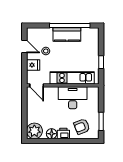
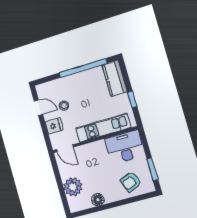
kitchen counter: (67, 35) -> (115, 78), moved, turned 90
desk: (73, 98) -> (125, 147), moved
plant: (34, 131) -> (73, 187), moved
printer: (63, 133) -> (112, 196), removed

